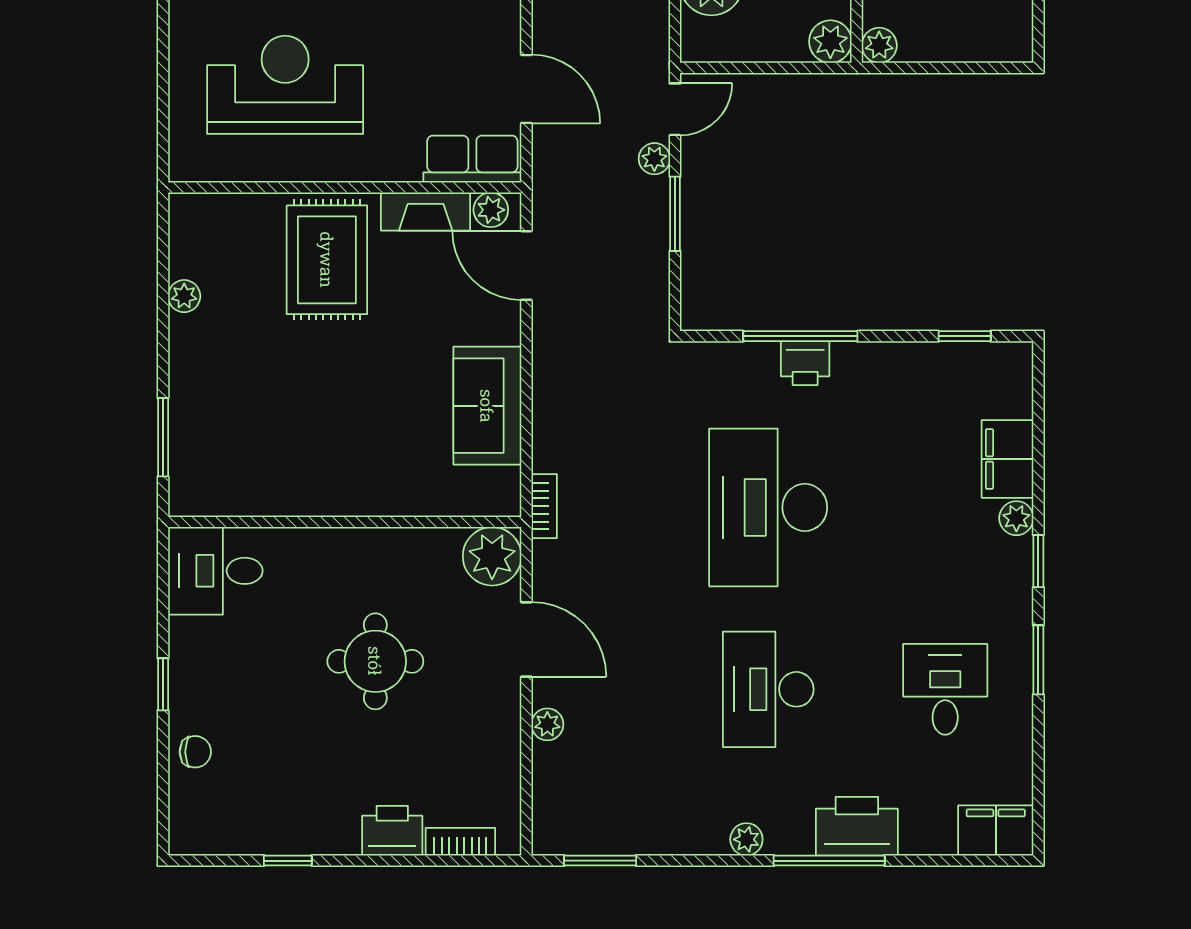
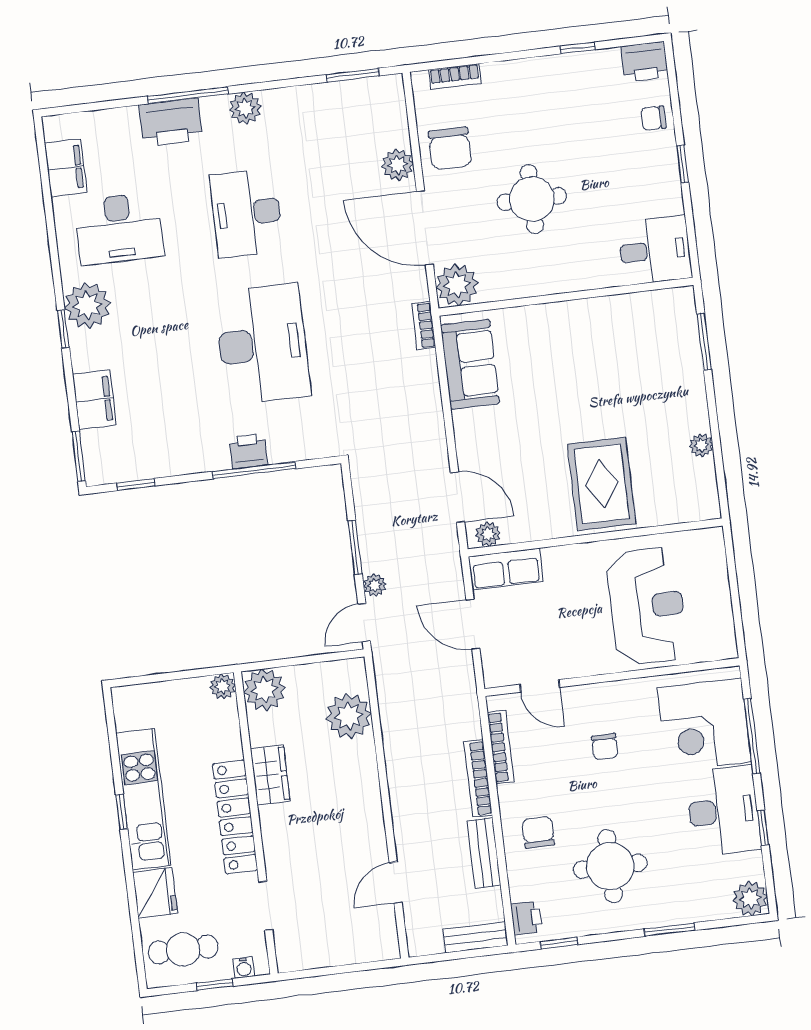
plant: (830, 42) -> (264, 690), width x1.36, depth x1.36
reception desk: (285, 85) -> (647, 606), turned -90
fireplace: (426, 212) -> (535, 527), removed
sofa: (487, 406) -> (470, 364), moved
plant: (1016, 518) -> (87, 305), moved, width x1.87, depth x1.87
door: (526, 639) -> (425, 228), width x1.36
window: (1038, 660) -> (79, 456), moved
desk: (768, 689) -> (247, 213), turned 180
desk: (945, 689) -> (119, 229), width x1.37
plant: (547, 724) -> (398, 165), width x1.38, depth x1.38
chair: (479, 744) -> (450, 148), added
filing cabinet: (996, 830) -> (66, 168), moved, turned -90
printer: (392, 831) -> (645, 62), moved
plant: (746, 839) -> (245, 108), width x1.38, depth x1.38

